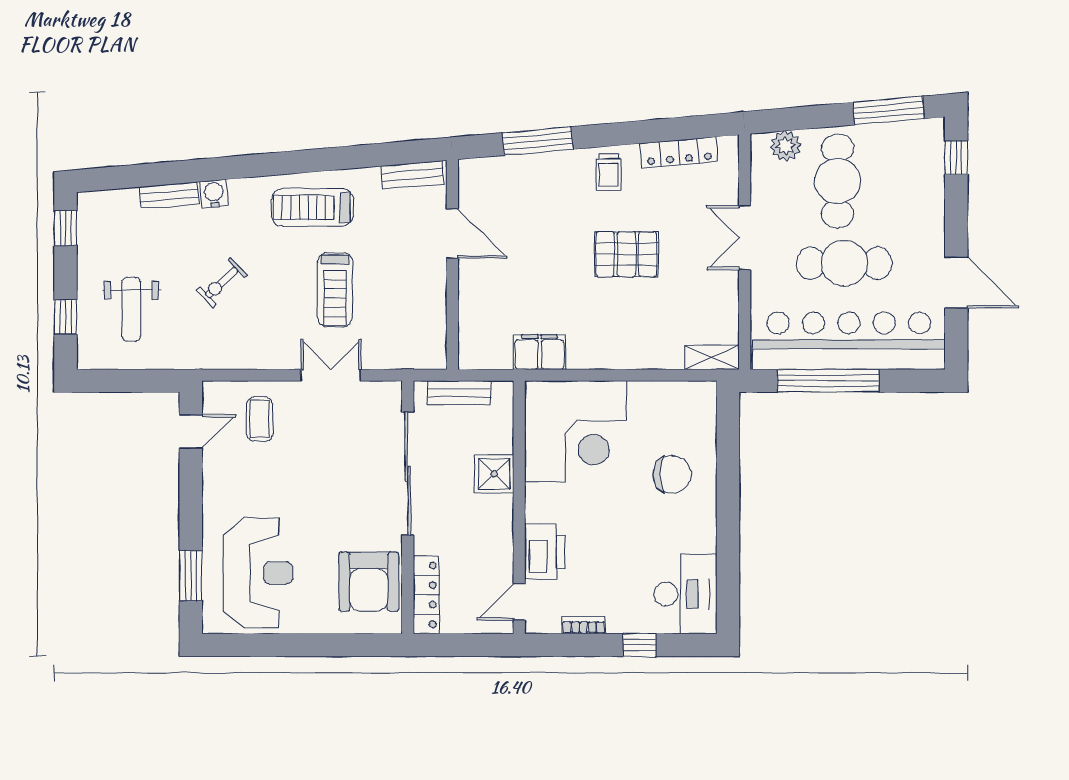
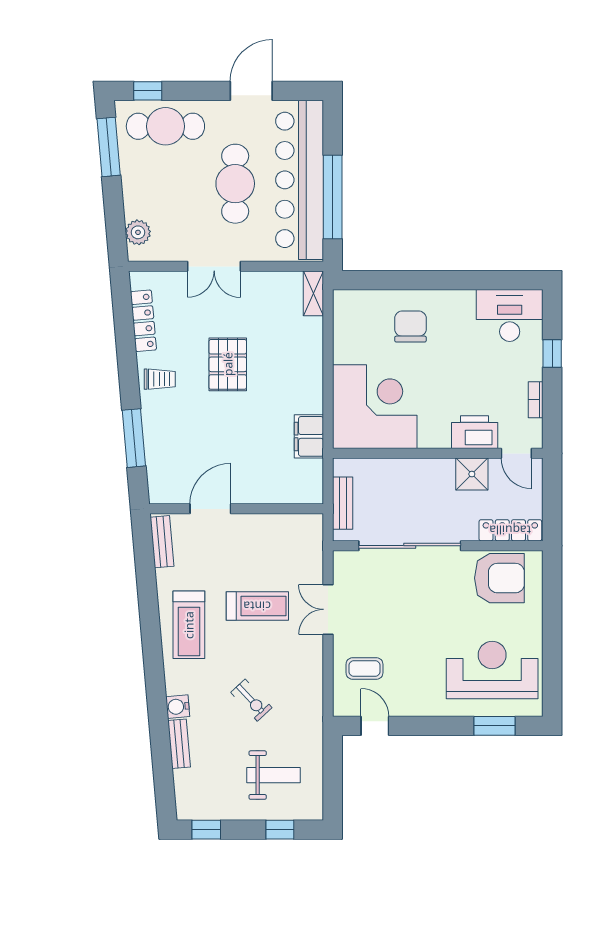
cafe table: (837, 181) -> (165, 126), moved
shower: (494, 474) -> (472, 474), moved

